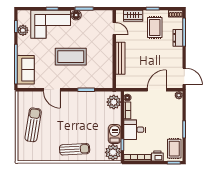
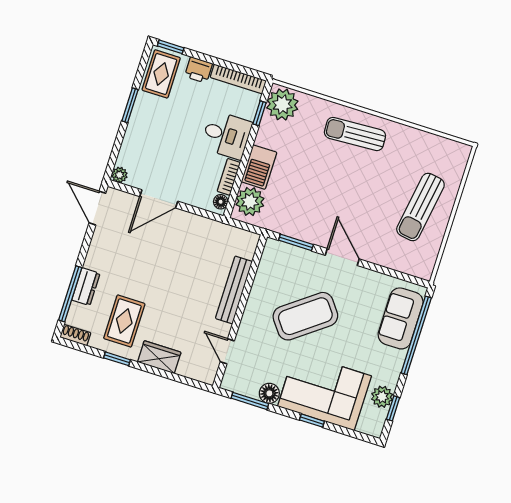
door: (114, 29) -> (227, 351), moved
wall: (114, 49) -> (240, 311), moved
coffee table: (71, 57) -> (305, 316), turned -37
bench: (120, 58) -> (234, 290), moved
door: (52, 90) -> (342, 257), moved
barbecue: (115, 134) -> (259, 167), moved

